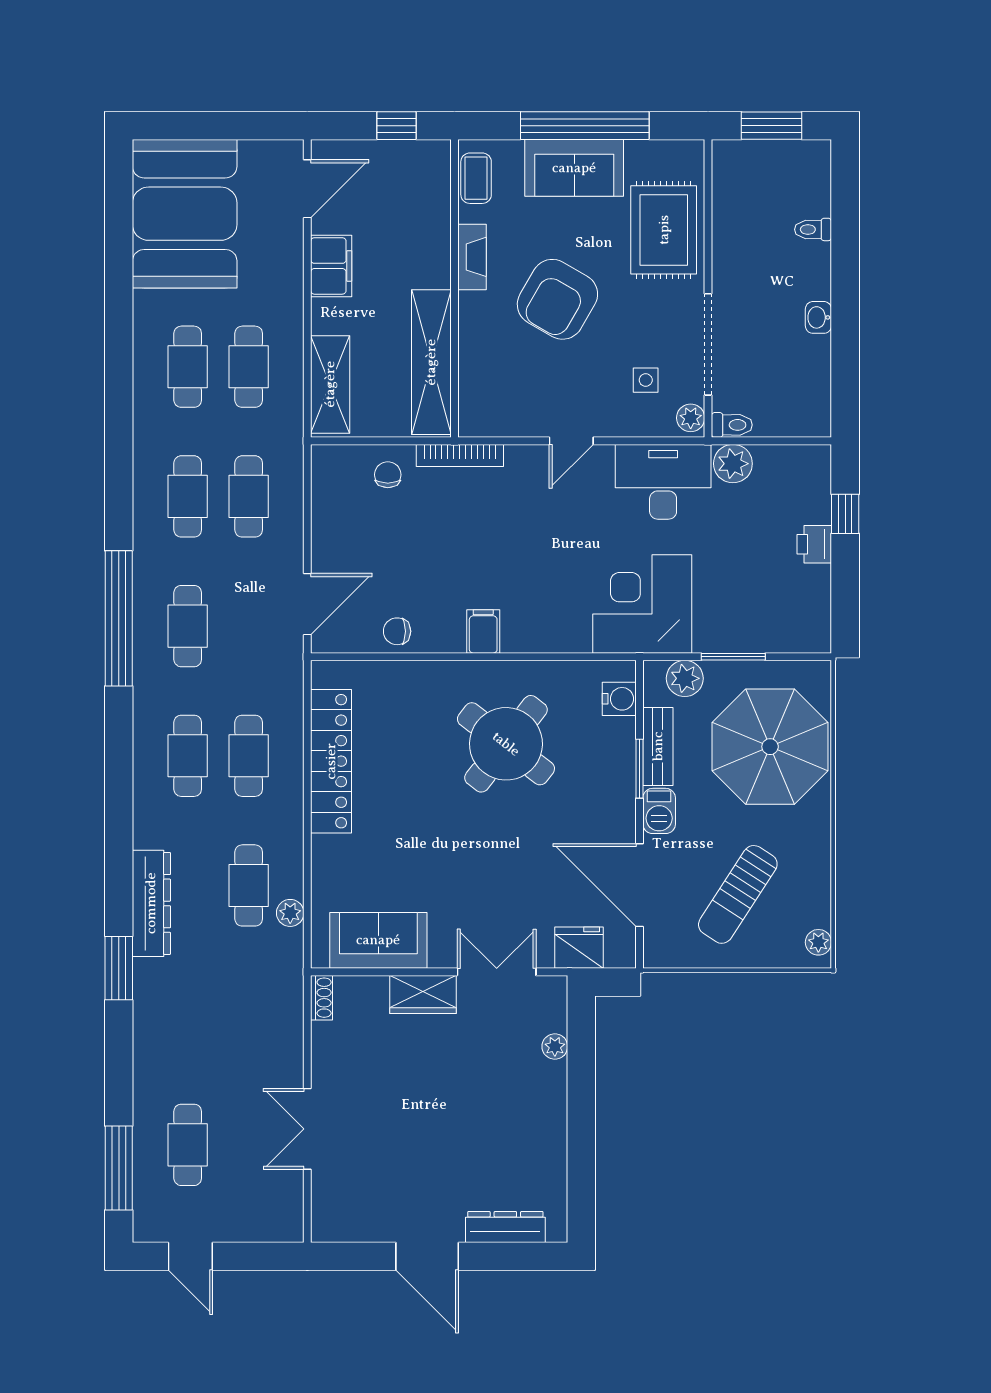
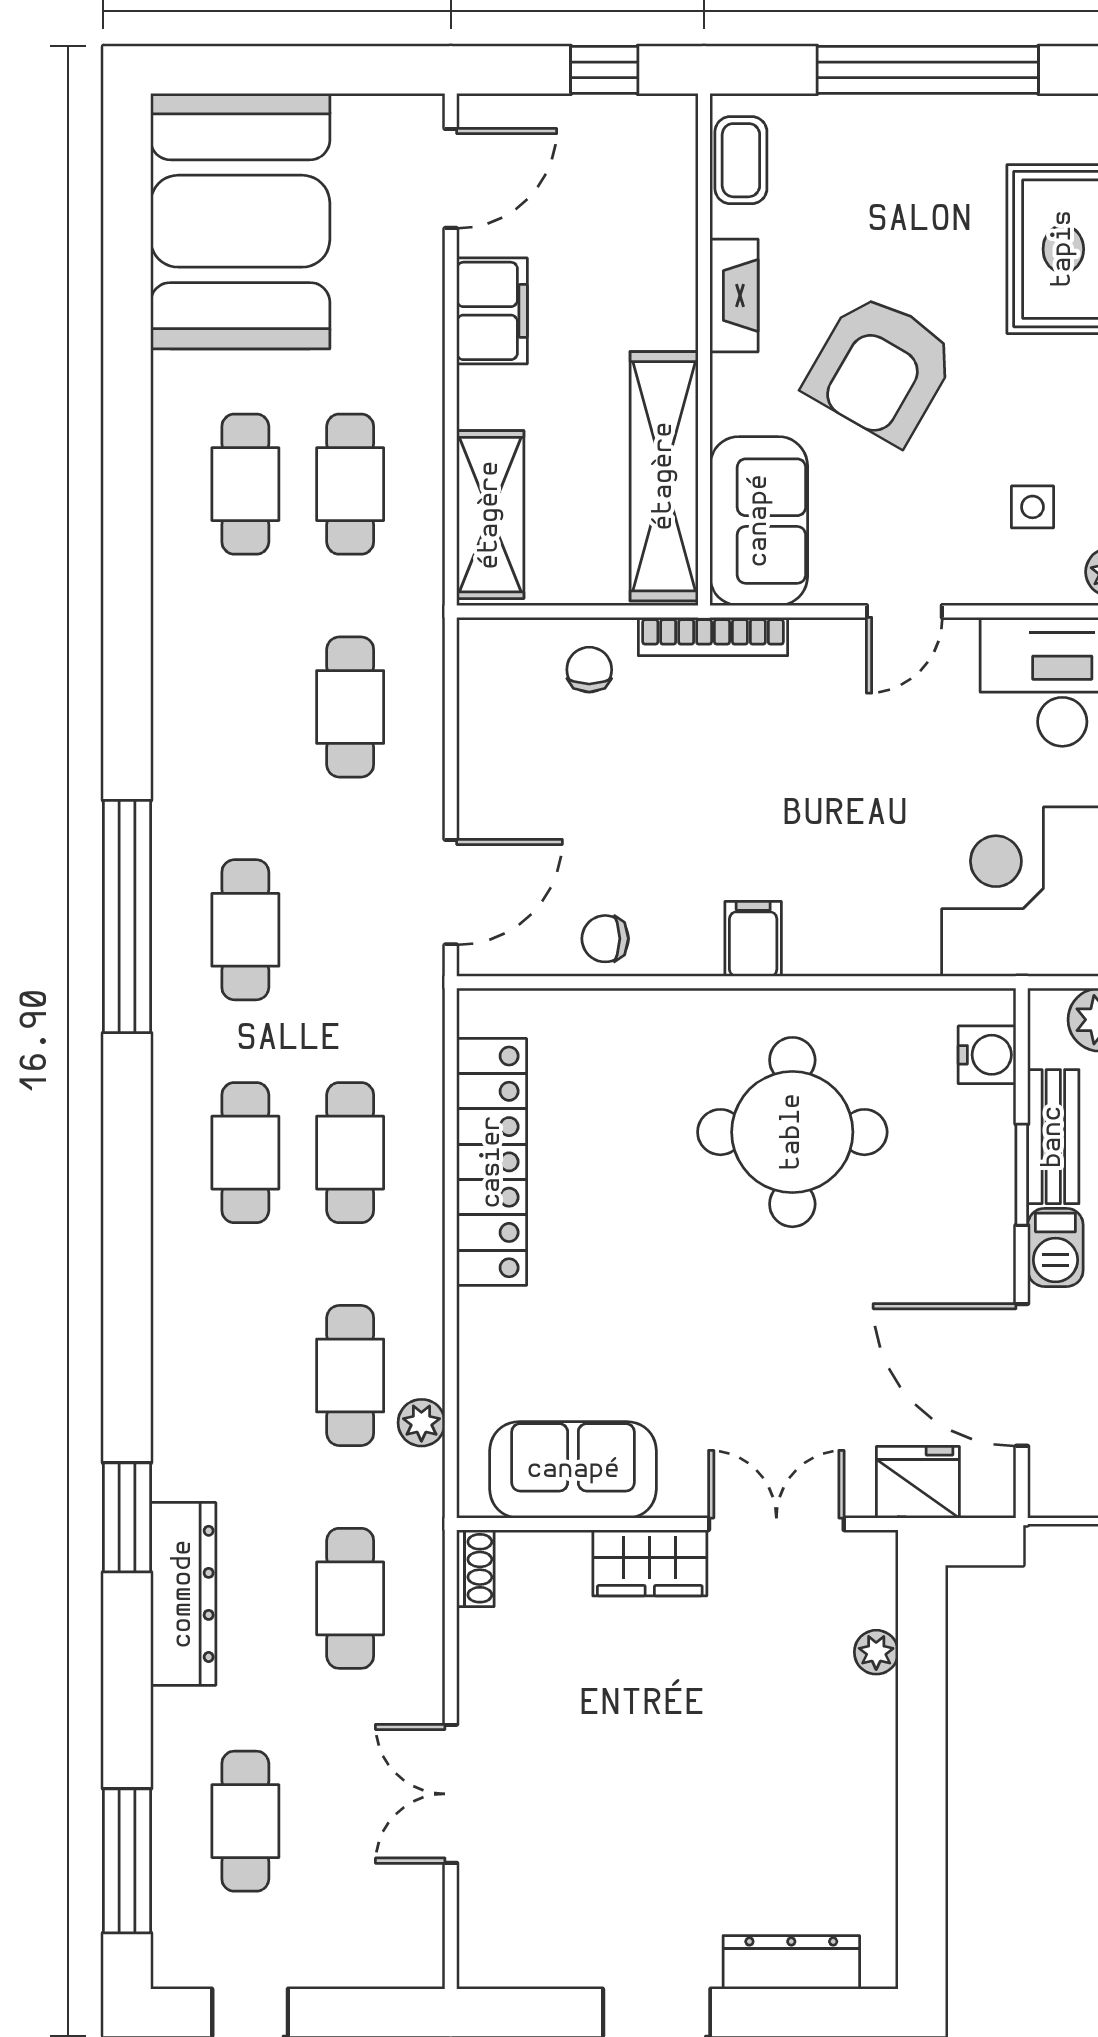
sofa: (574, 168) -> (759, 521), moved, turned -90
cafe table: (188, 496) -> (350, 1598), moved
round table: (506, 744) -> (792, 1132), turned -38
dresser: (151, 903) -> (183, 1594), moved

